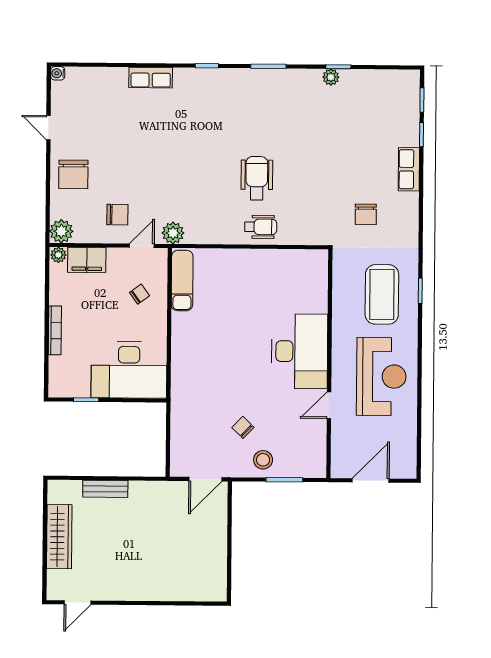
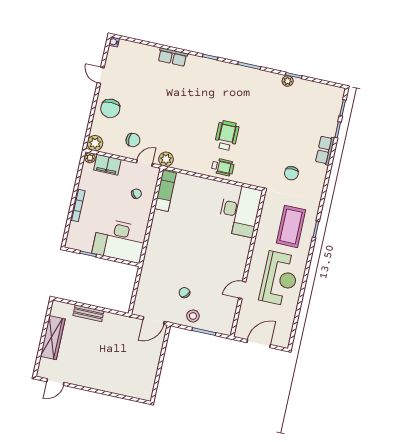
desk: (299, 351) -> (240, 210), moved

